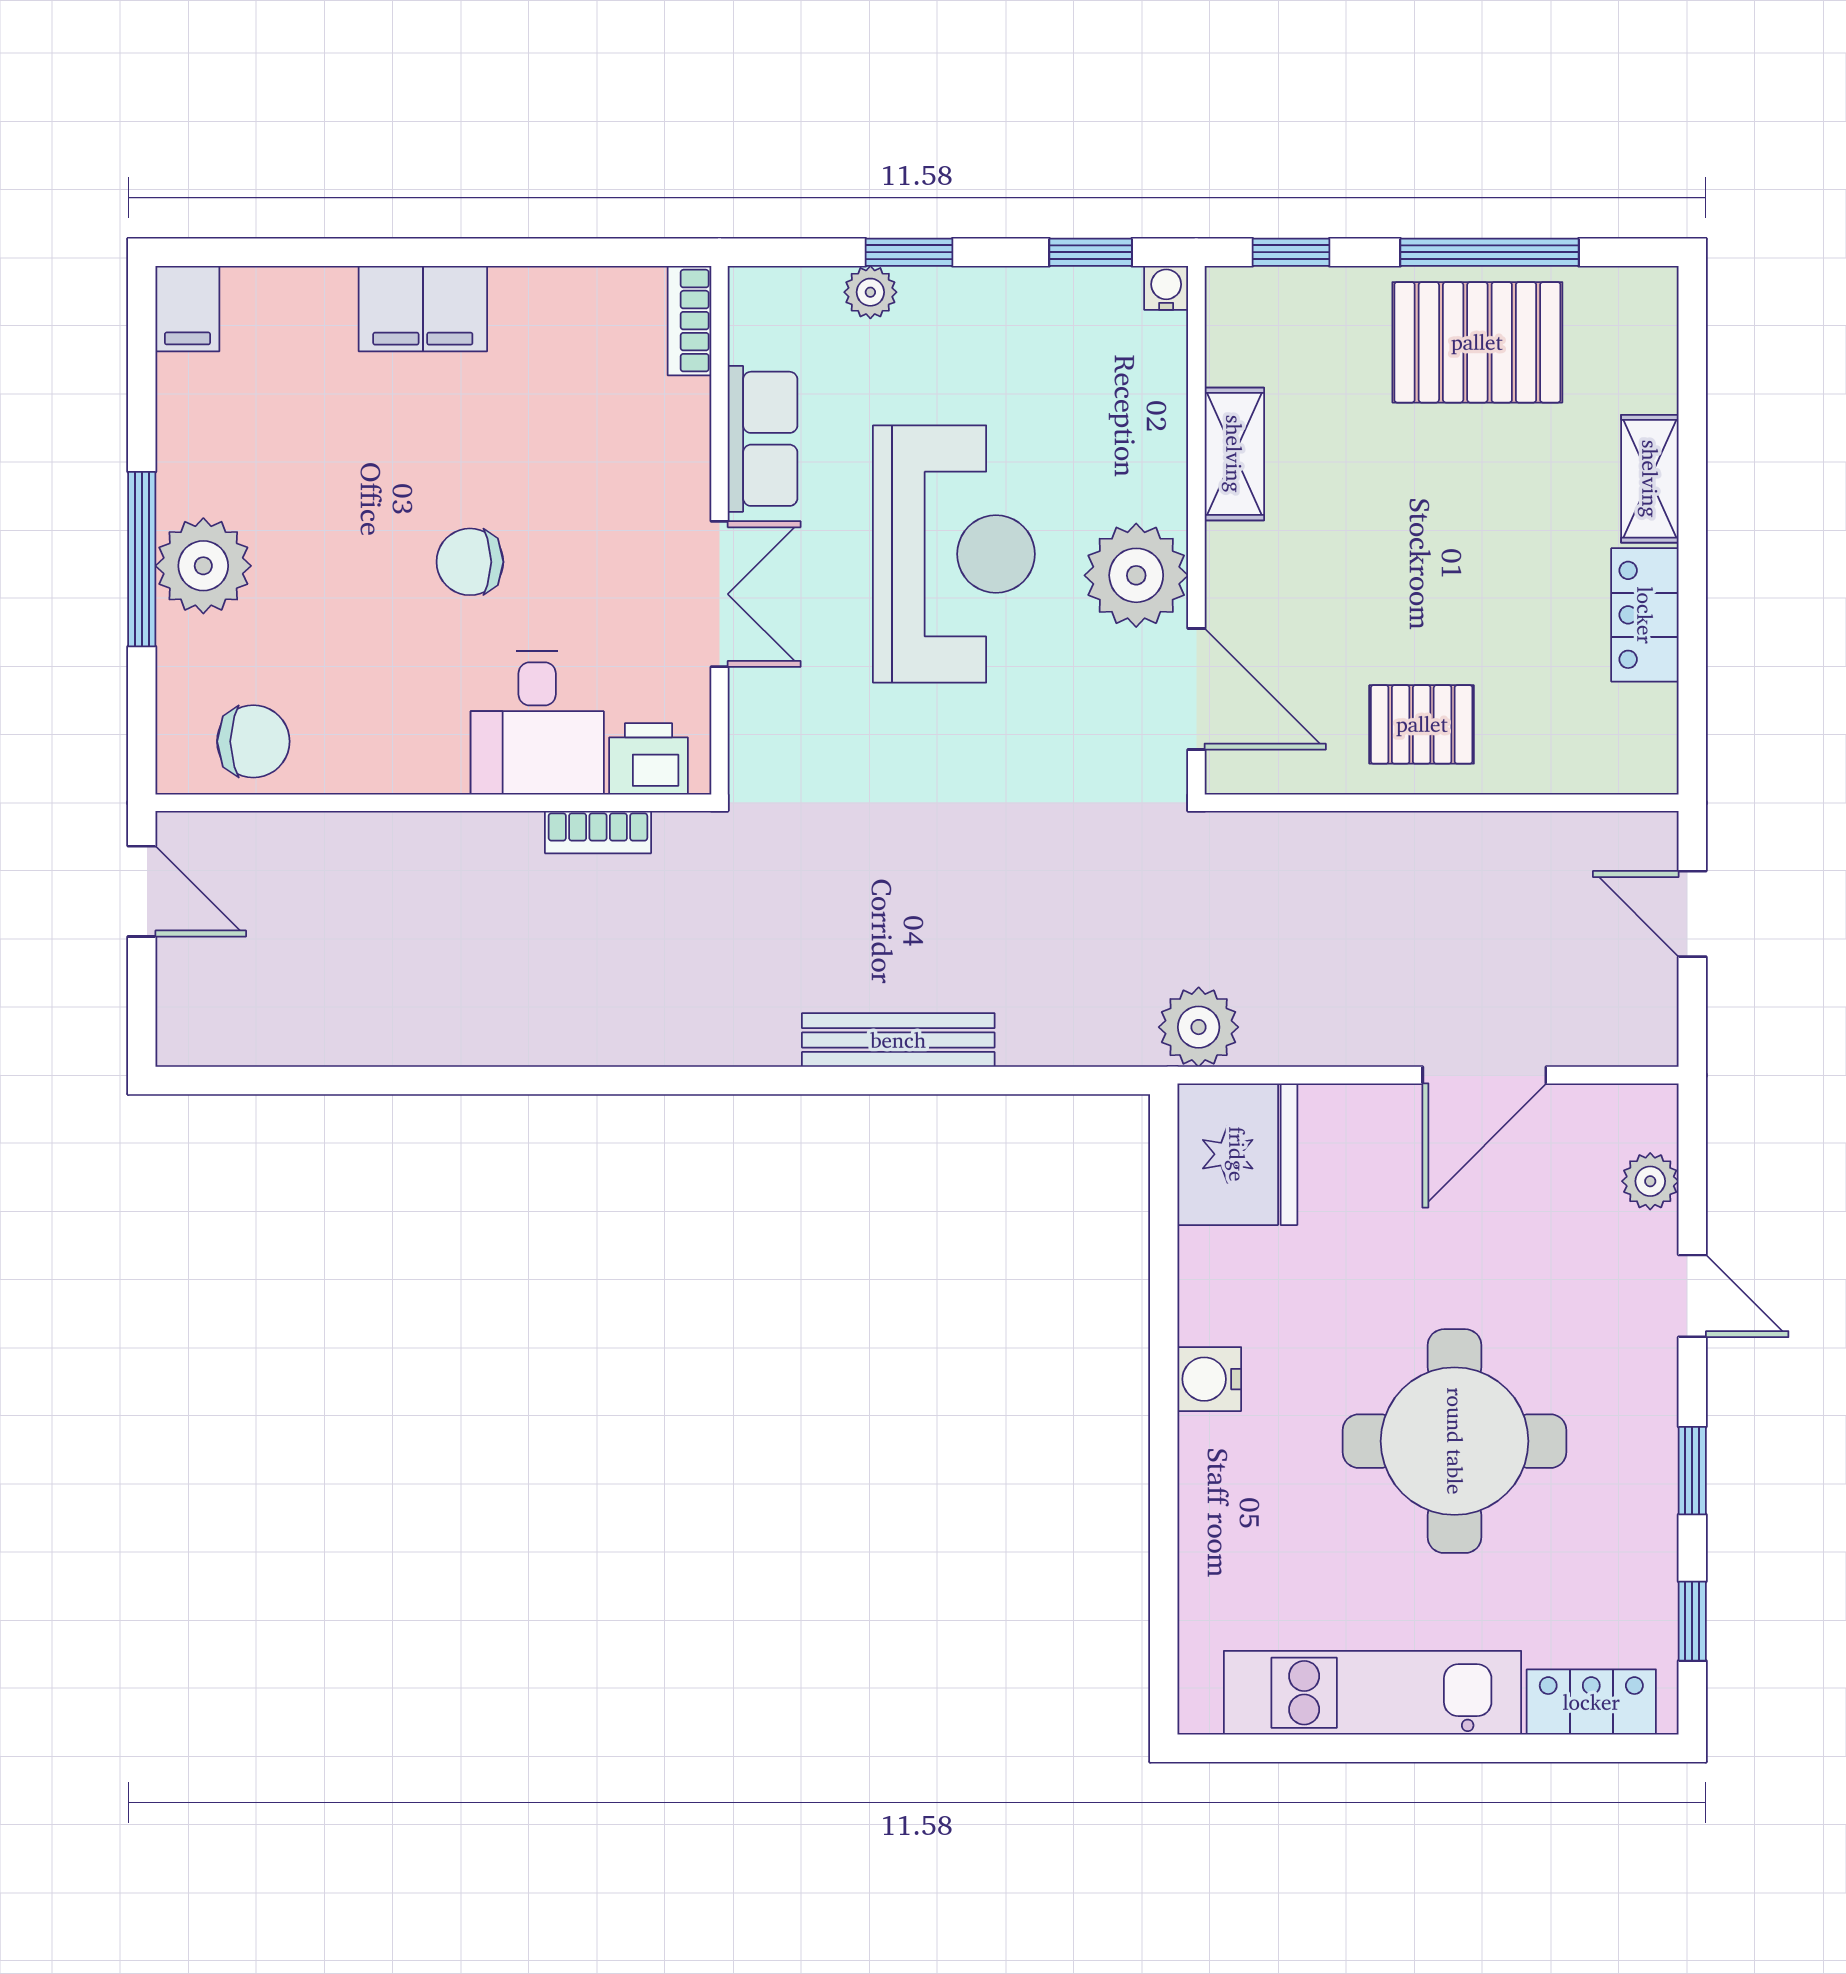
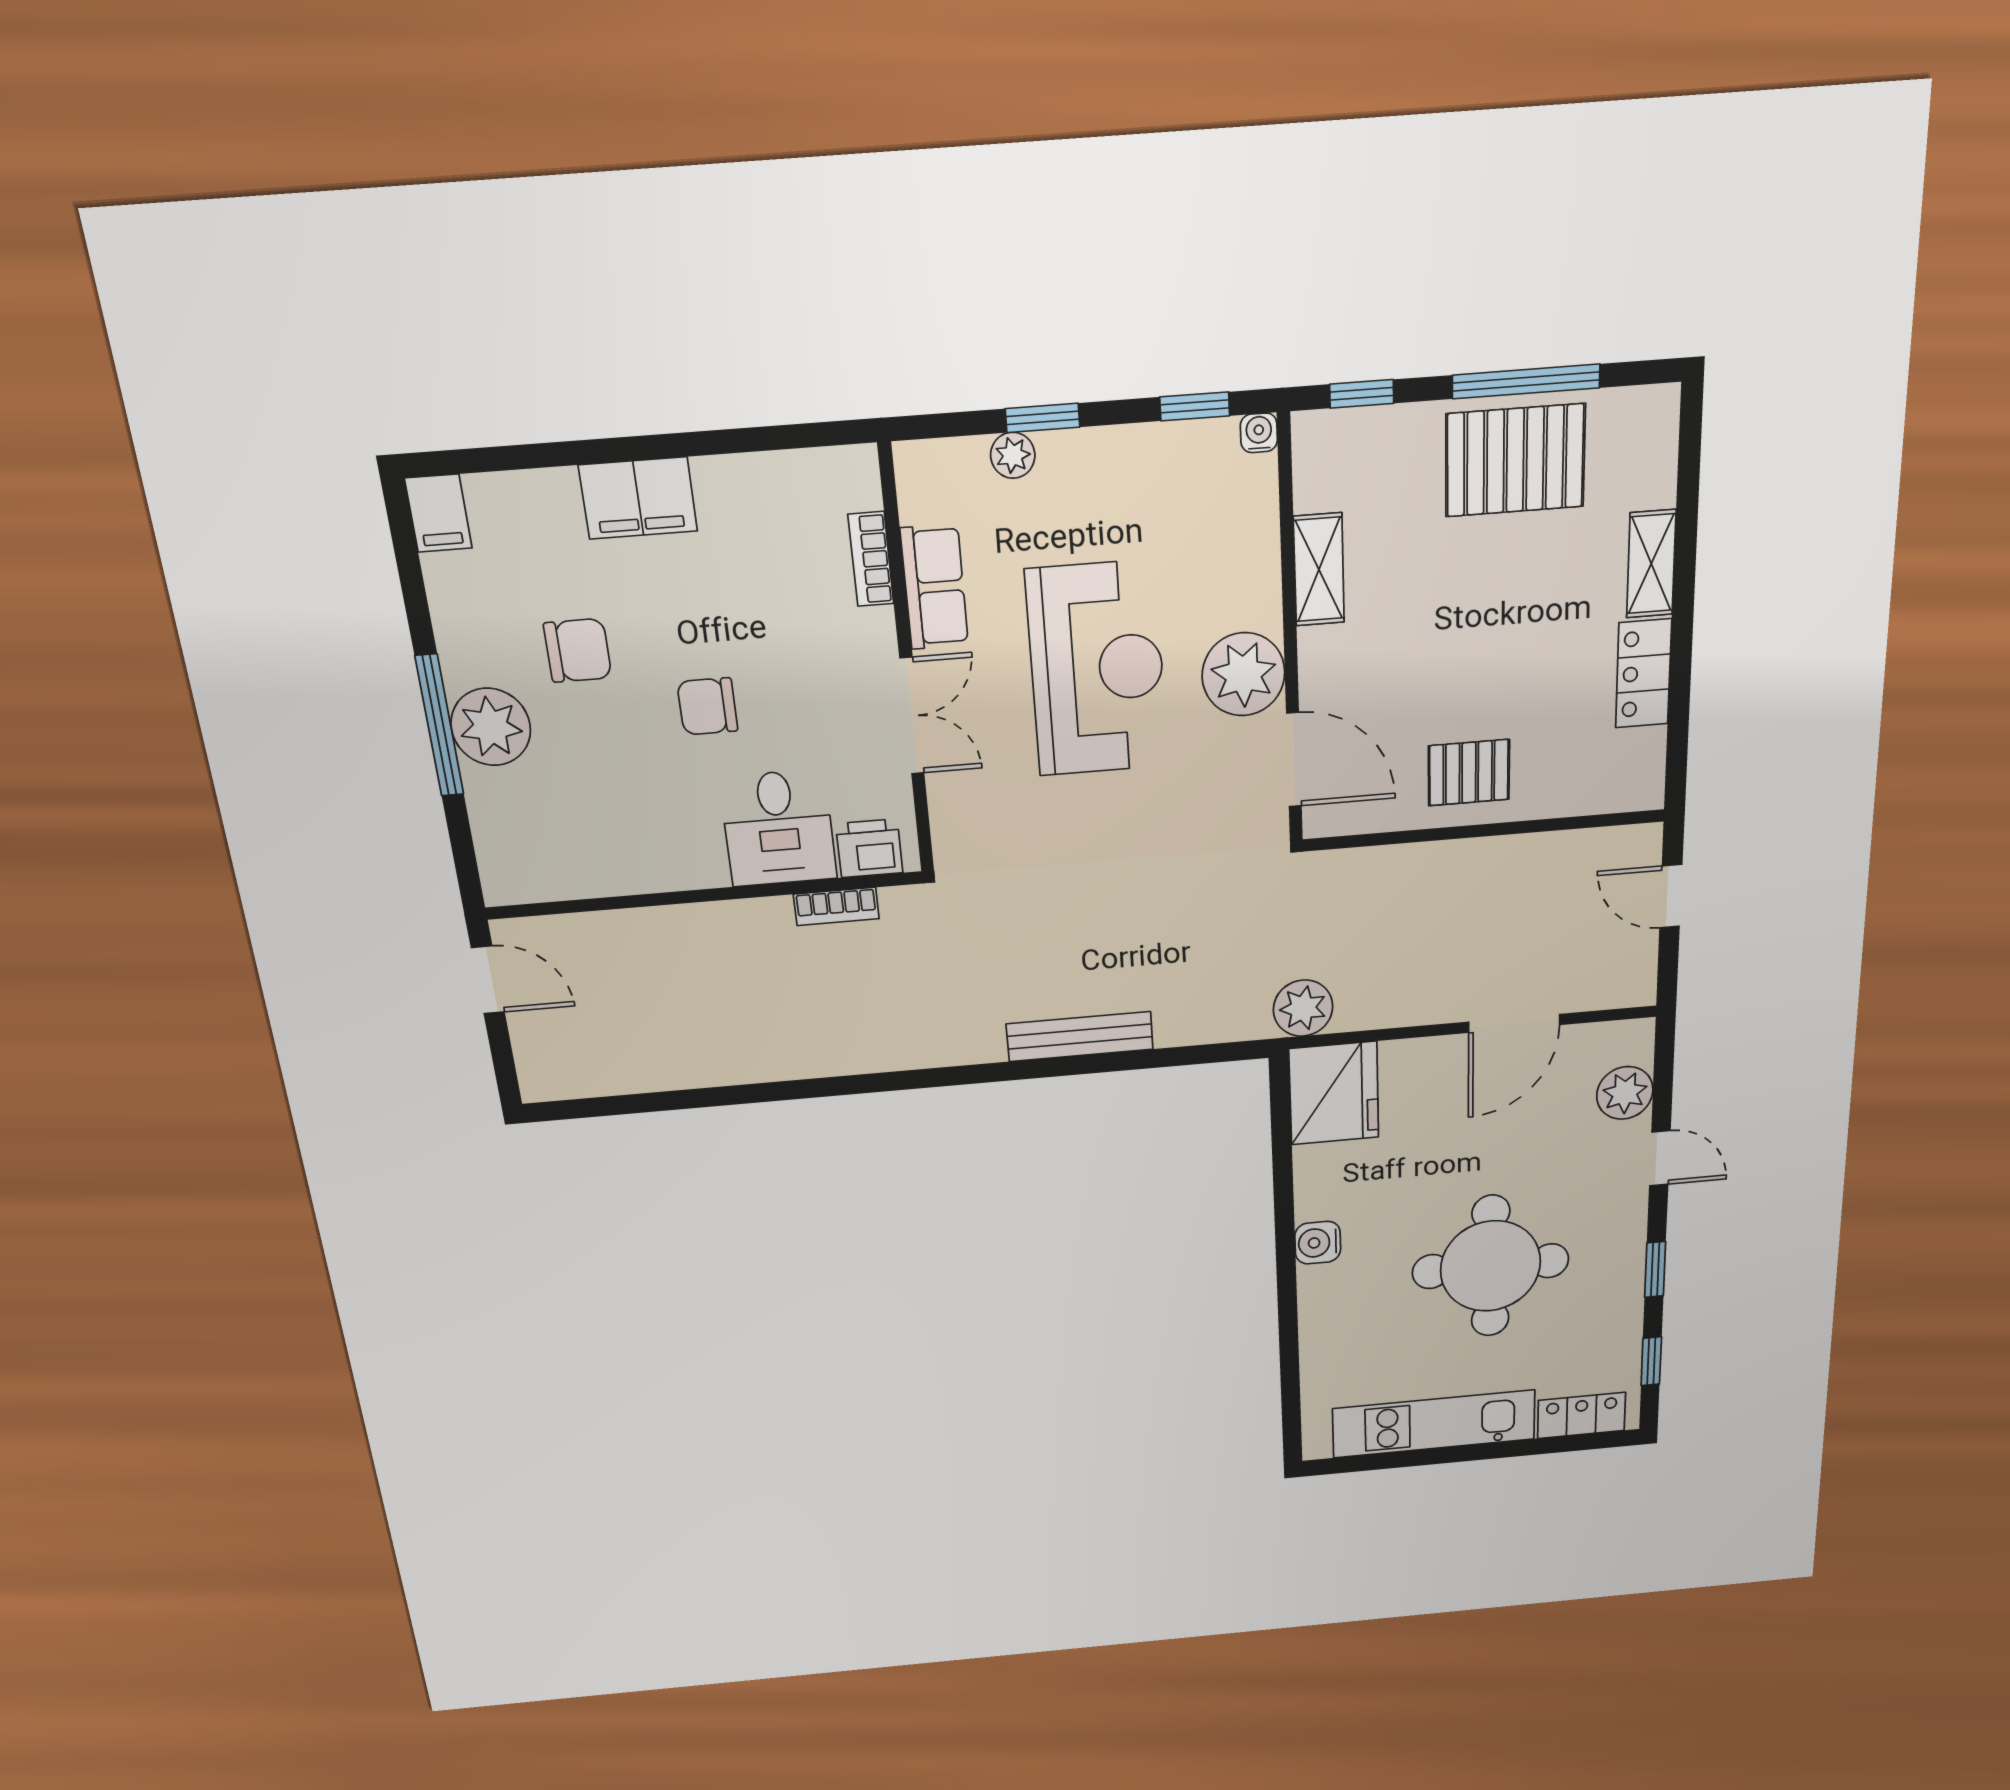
bookcase: (689, 321) -> (871, 559), moved
chair: (253, 741) -> (578, 650), moved
plant: (1650, 1181) -> (1625, 1093), width x1.38, depth x1.38

